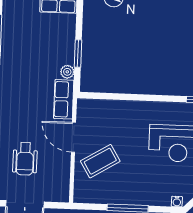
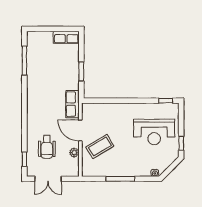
plant: (67, 72) -> (74, 153), moved

